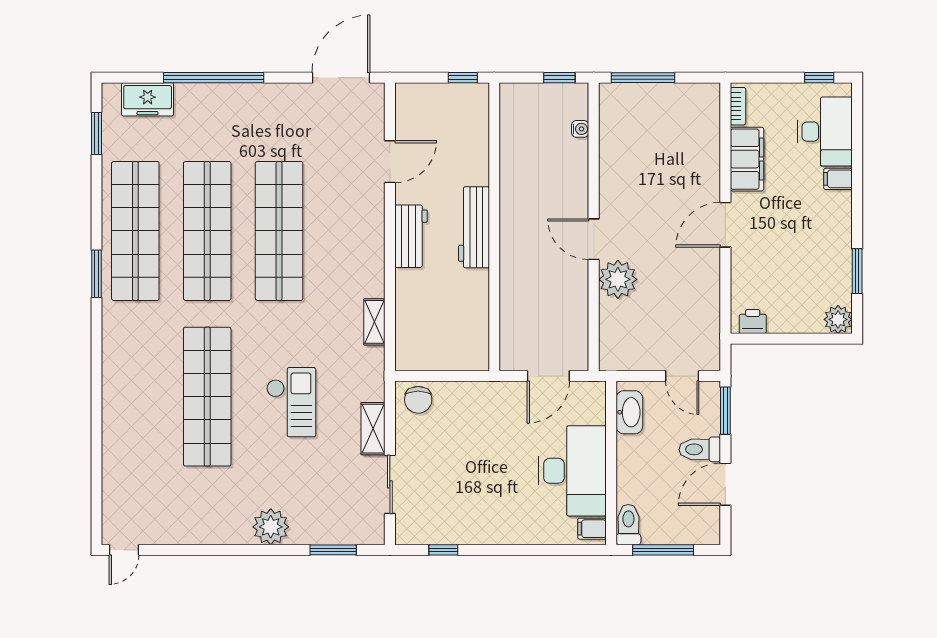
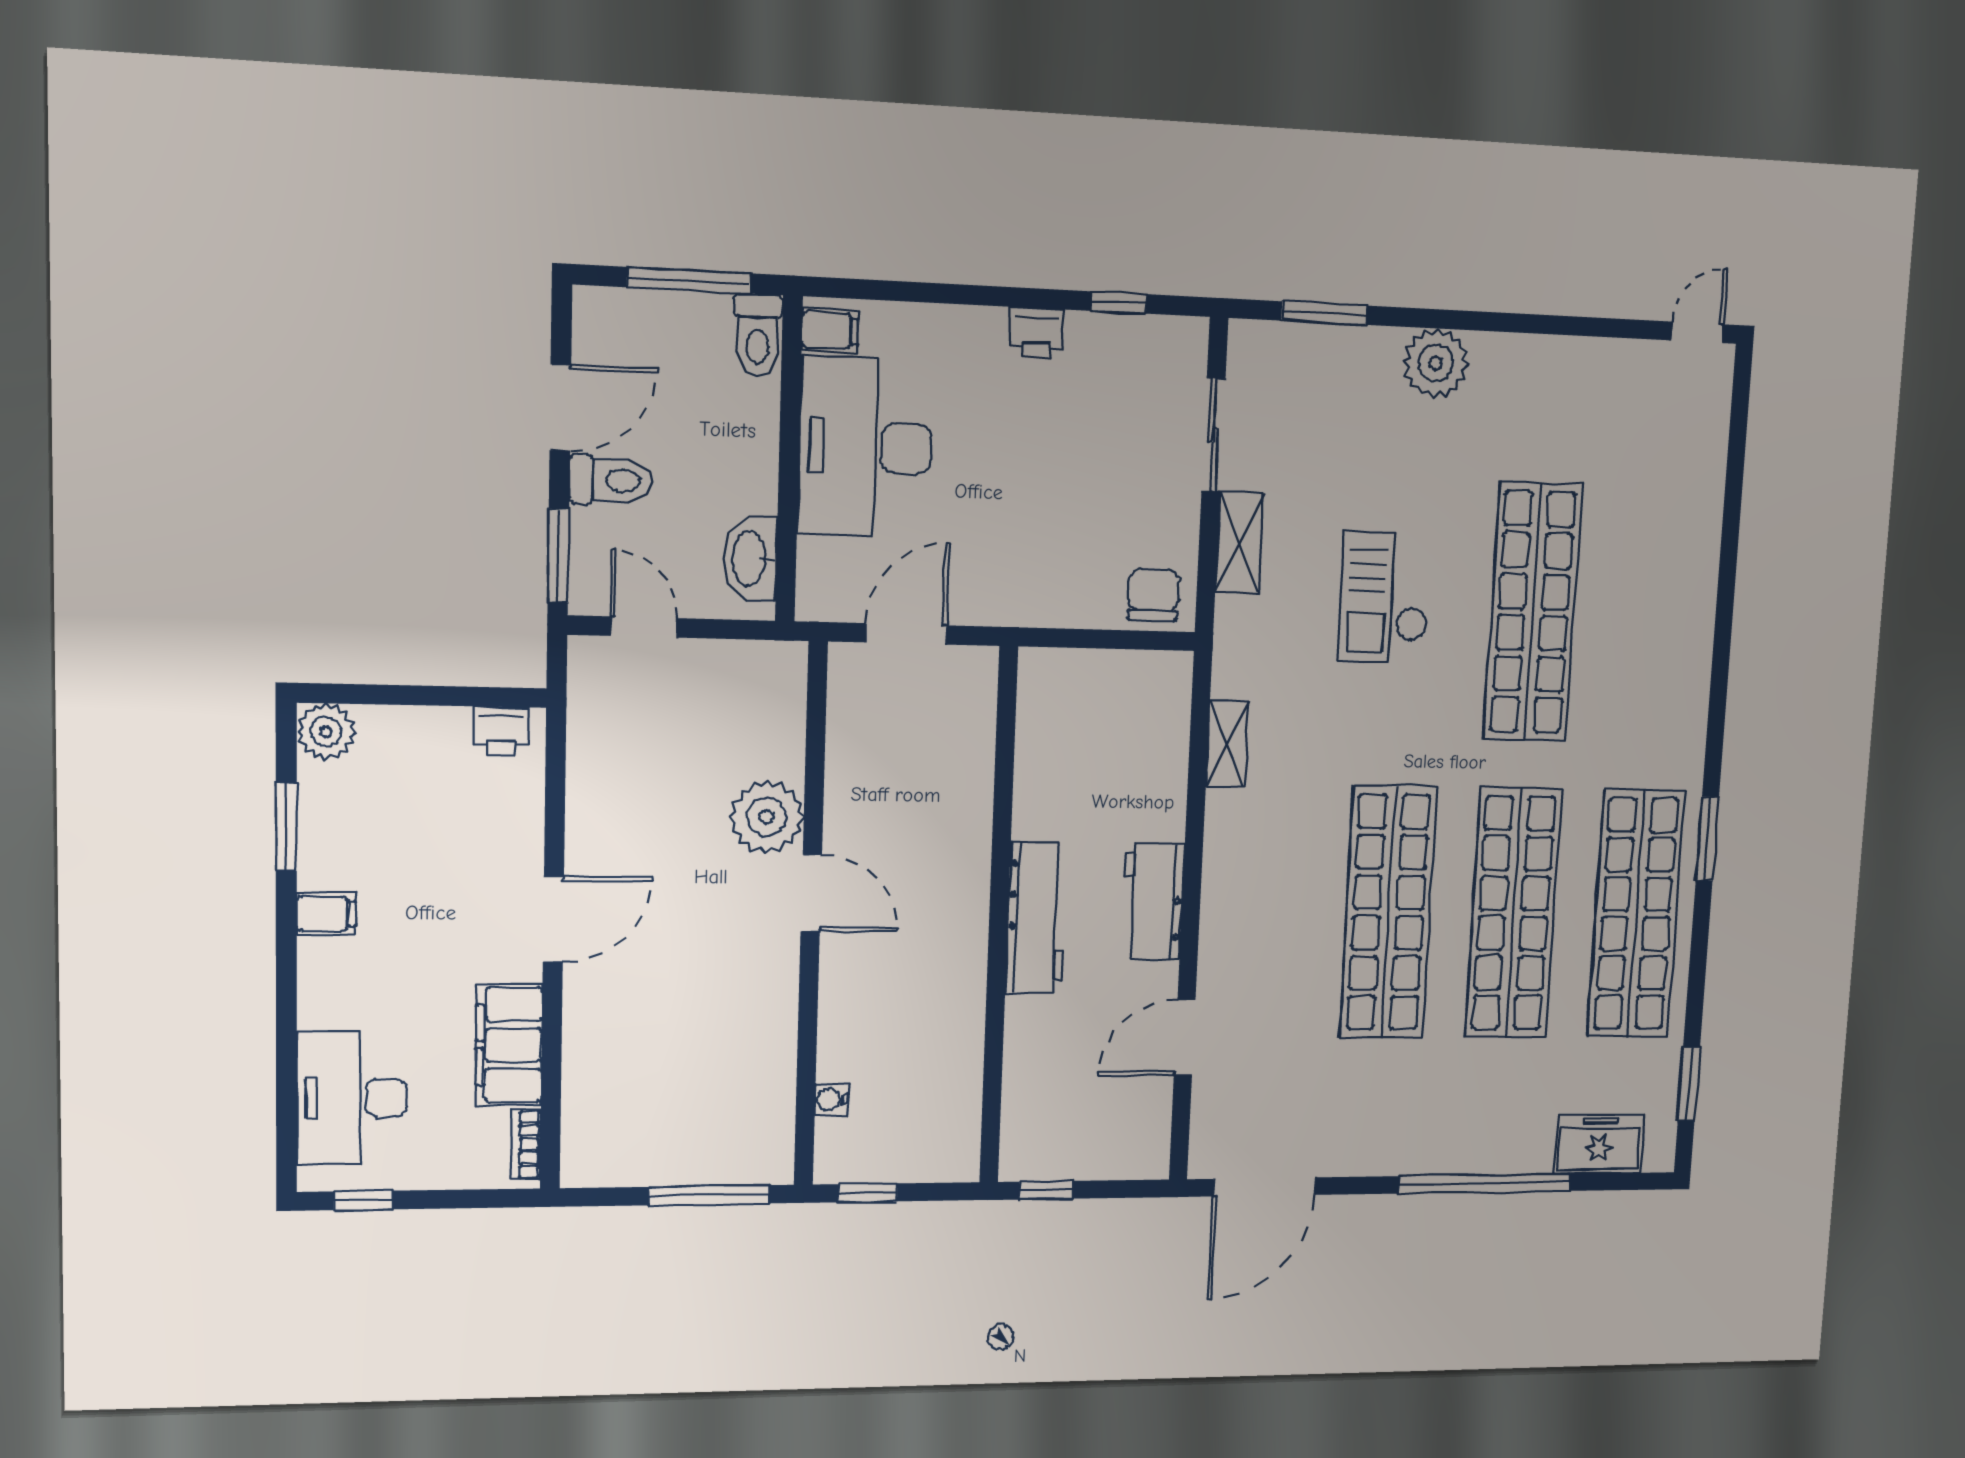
filing cabinet: (838, 179) -> (326, 913), moved
printer: (486, 532) -> (1036, 333), added

